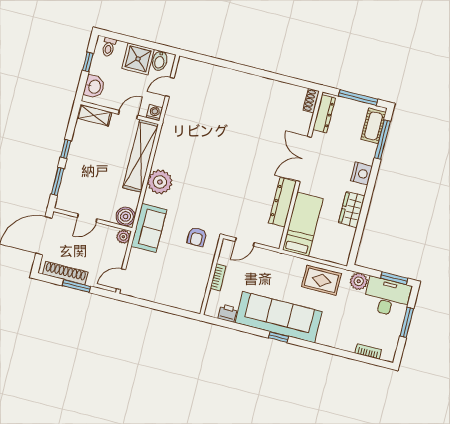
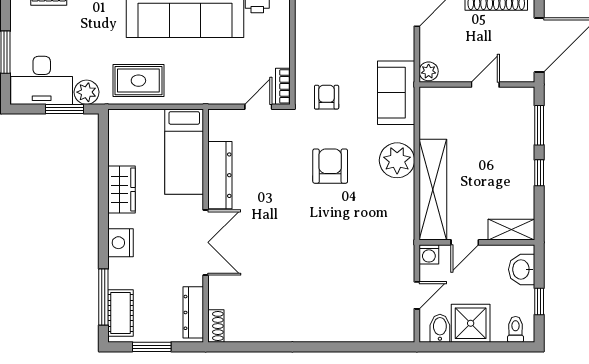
window: (358, 98) -> (152, 347), width x0.69
armchair: (206, 189) -> (330, 166), added
boiler: (126, 216) -> (433, 100), removed
bookcase: (218, 277) -> (283, 86), moved
window: (394, 278) -> (64, 109), moved

